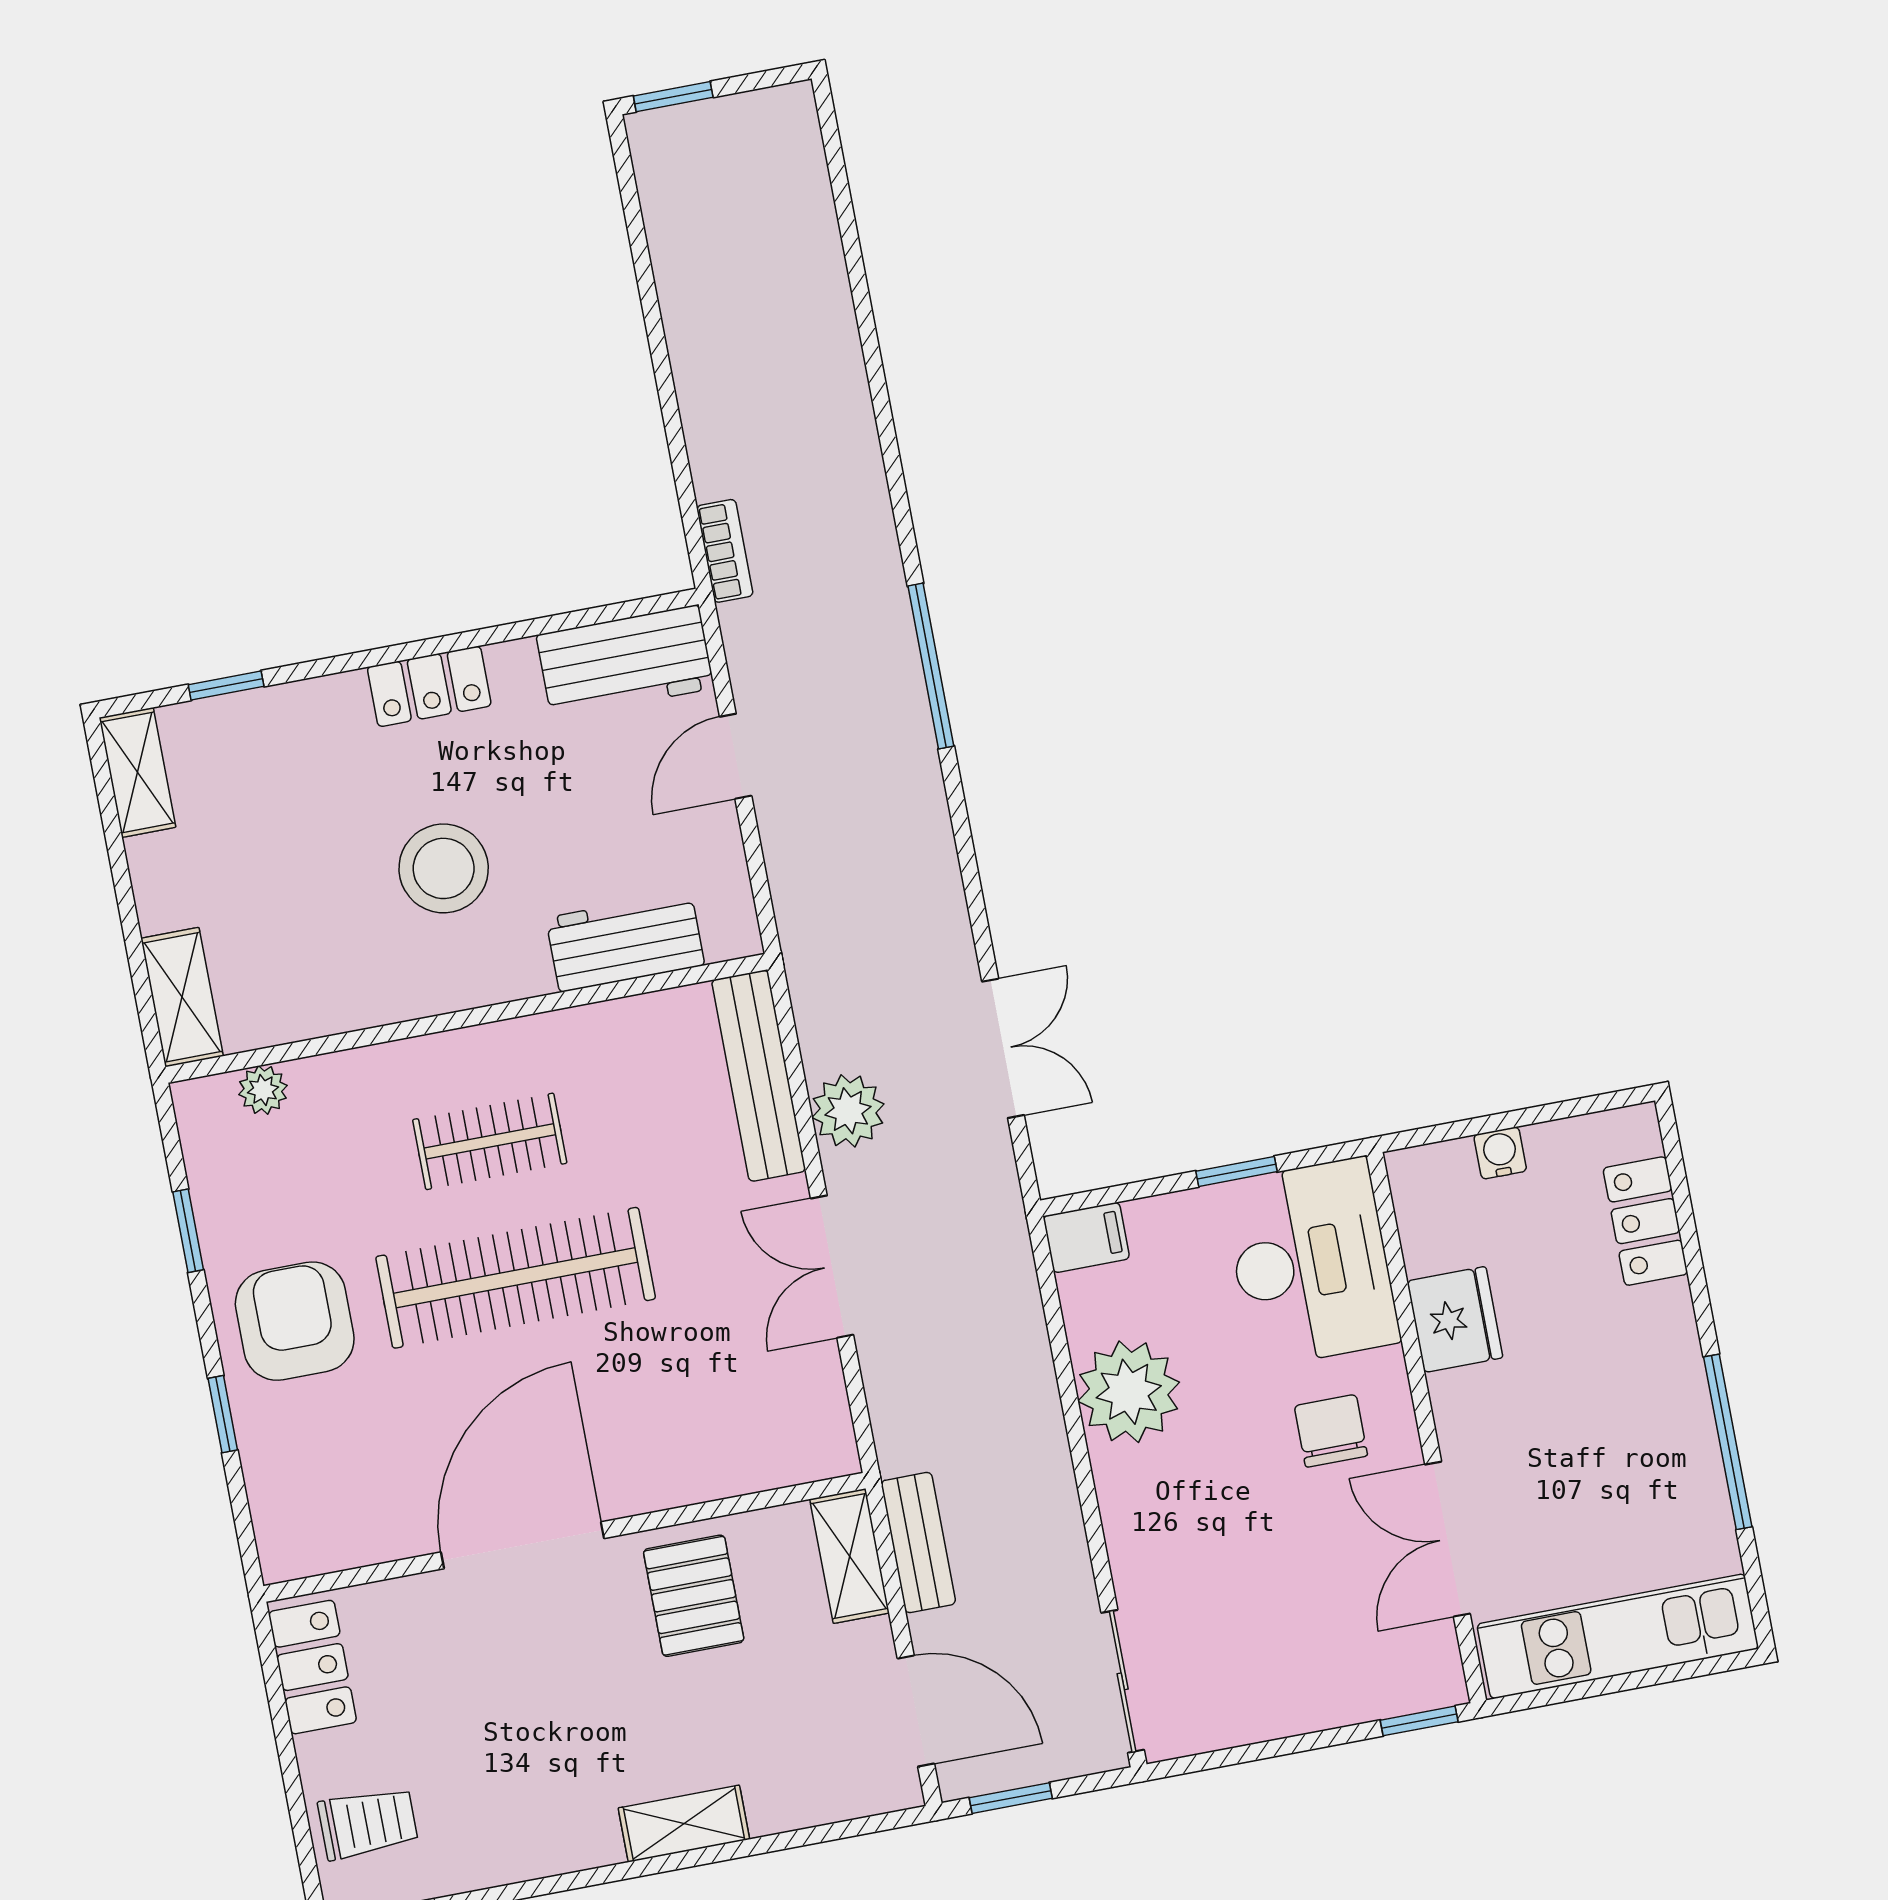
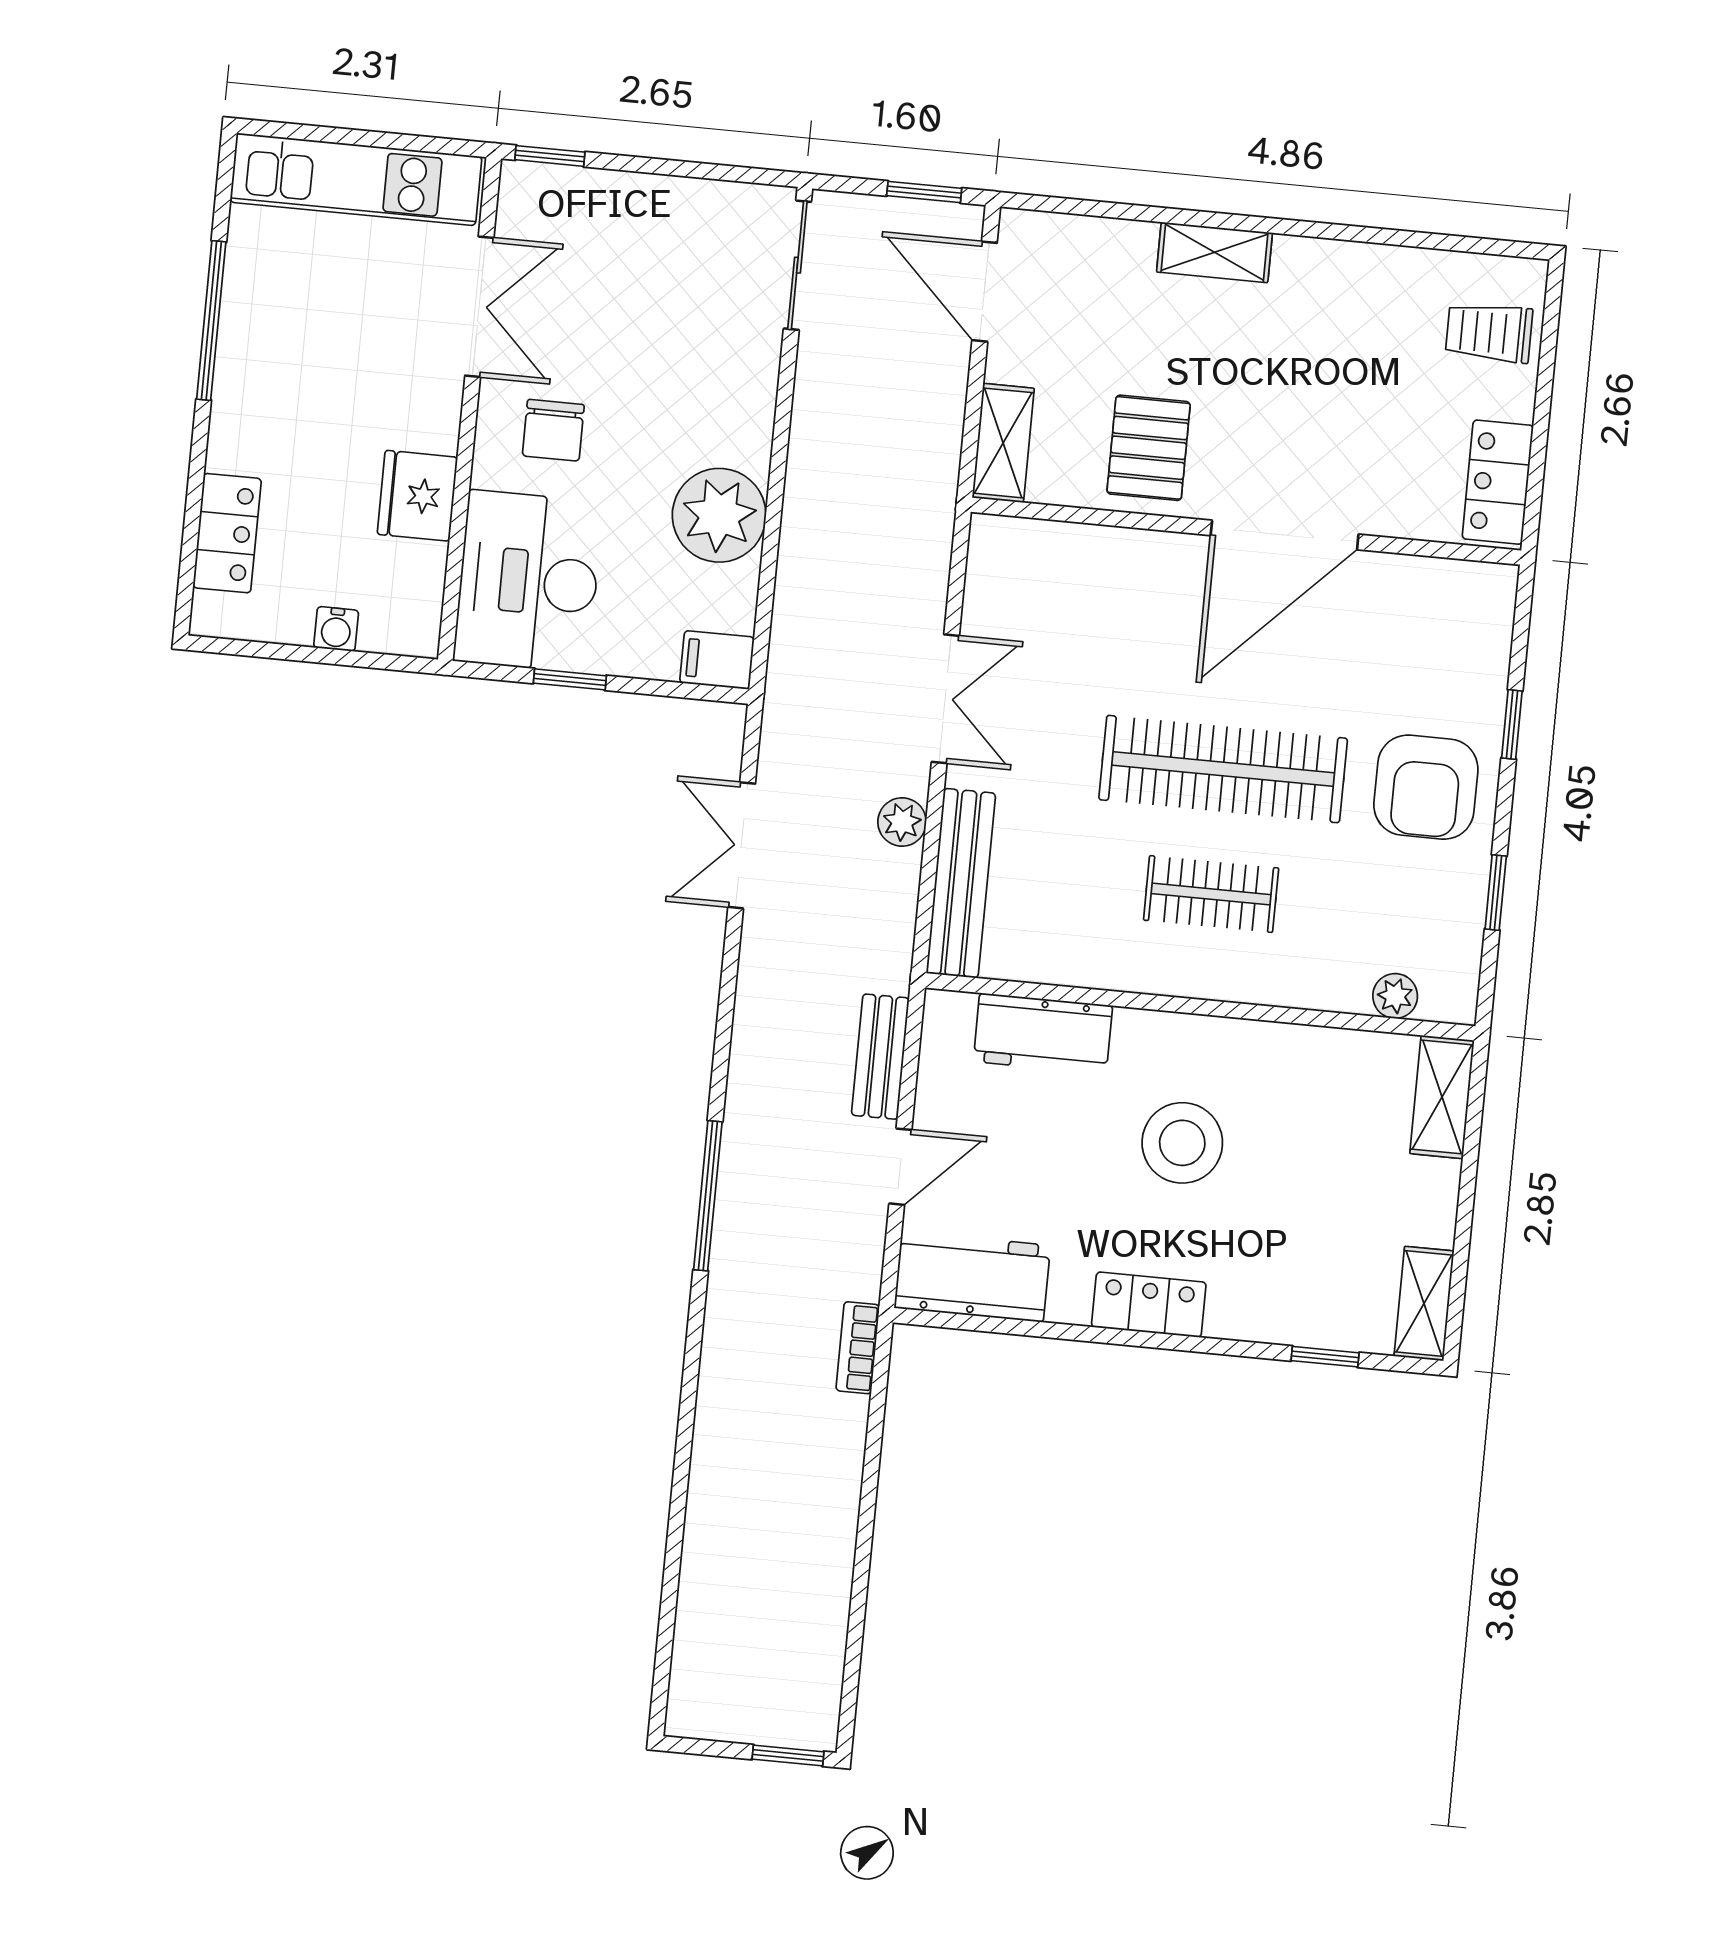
plant: (848, 1111) -> (902, 822), width x0.73, depth x0.73
bench: (918, 1543) -> (880, 1057), moved

